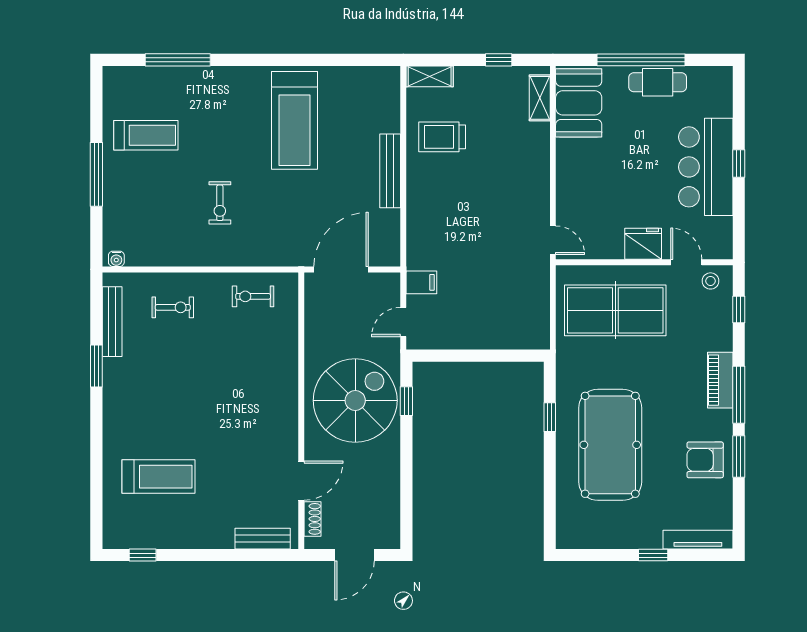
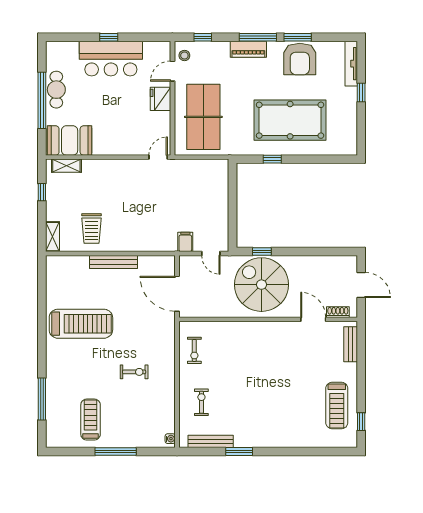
armchair: (705, 460) -> (300, 59), width x1.36, depth x1.36
treadmill: (158, 477) -> (337, 406), moved, turned 180

